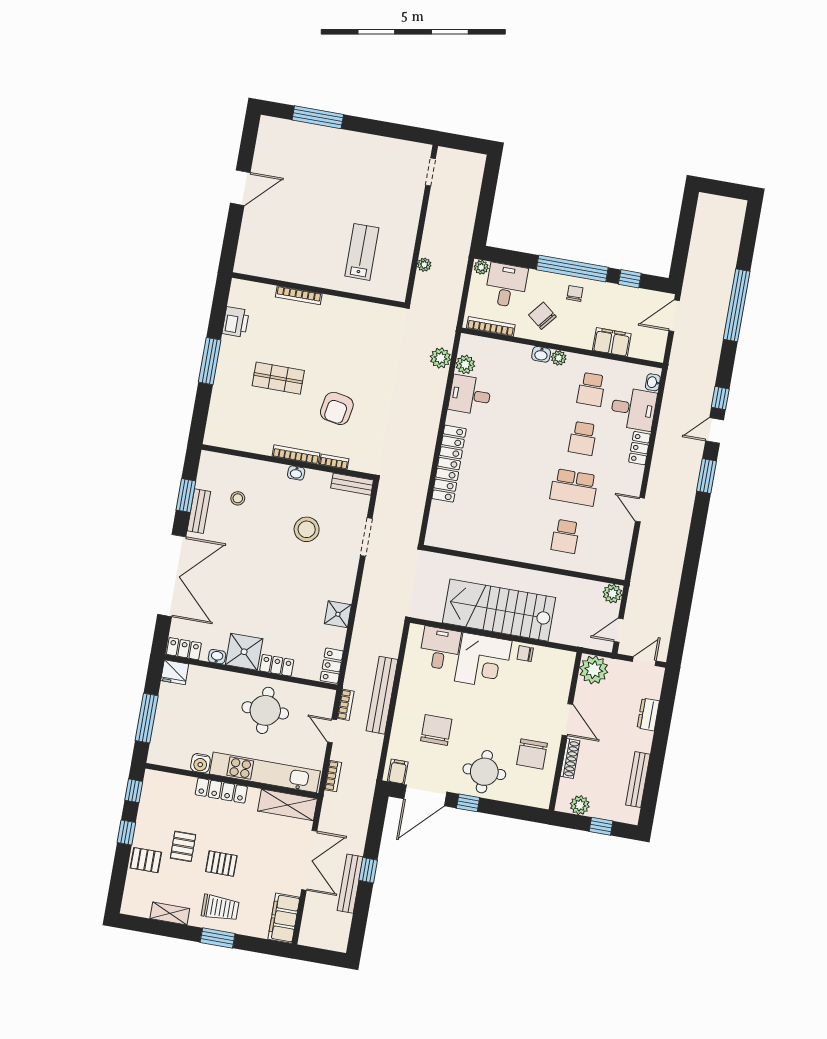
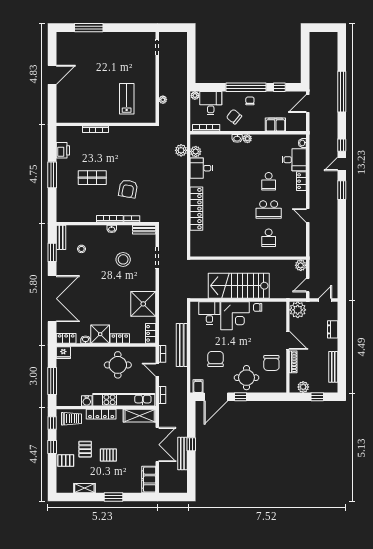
school desk: (591, 389) -> (269, 153), removed
bench: (199, 511) -> (61, 237), moved
shower: (338, 614) -> (143, 304), width x1.86, depth x1.86
trolley: (220, 908) -> (71, 419), moved

